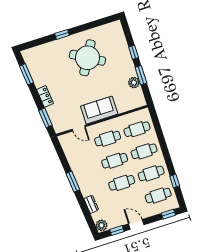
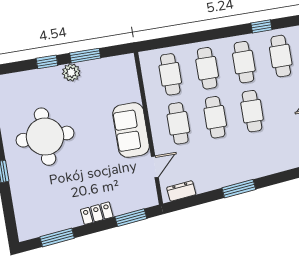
round table: (87, 58) -> (45, 137), turned -30
plant: (134, 83) -> (71, 72), moved
dresser: (91, 204) -> (181, 191), moved

